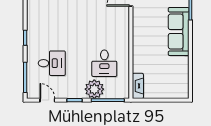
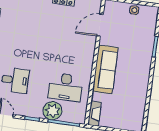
sofa: (179, 31) -> (105, 70), moved, turned 180
desk: (104, 63) -> (65, 87), width x1.37

